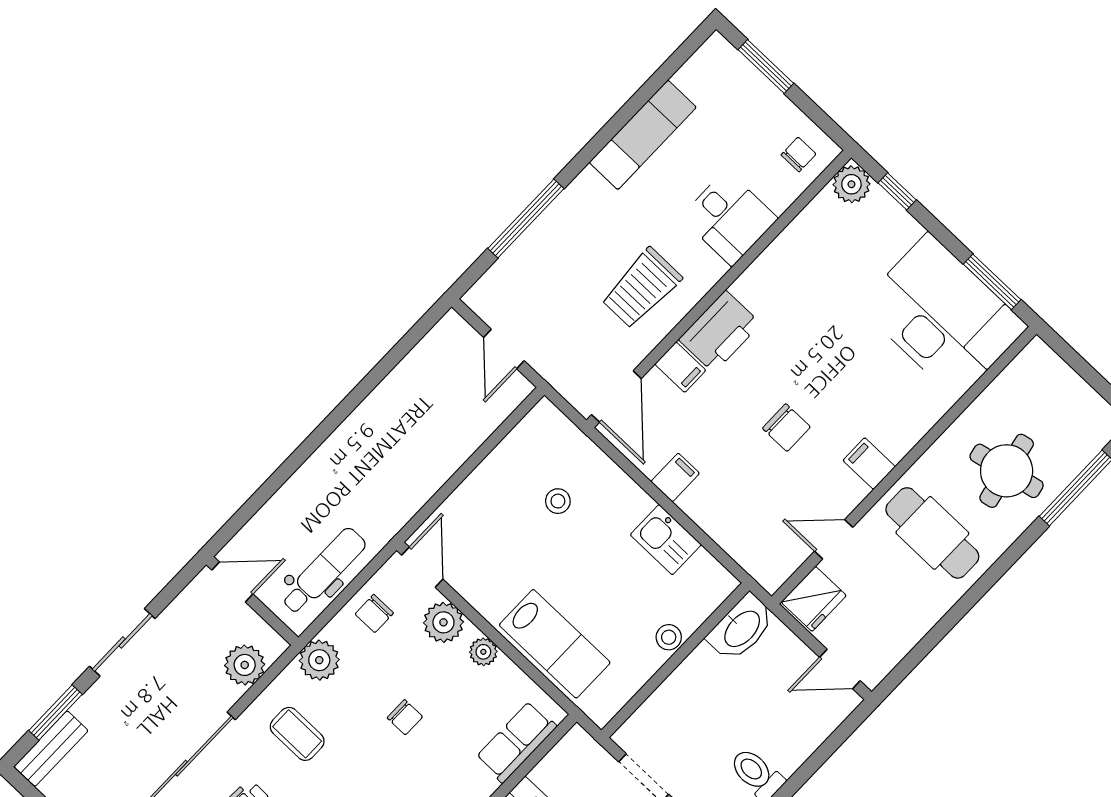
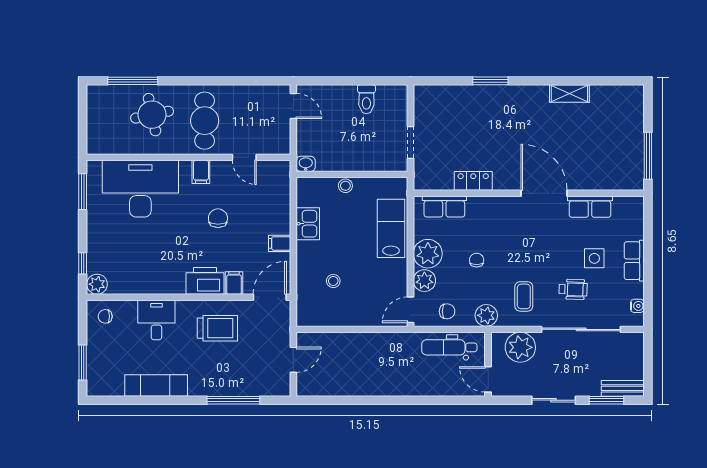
desk: (943, 316) -> (140, 189), moved, turned 90
fridge: (814, 599) -> (275, 143), removed
washbasin: (741, 628) -> (306, 164), width x0.52, depth x0.69
plant: (483, 652) -> (428, 254), width x1.87, depth x1.87
plant: (245, 665) -> (520, 347), width x1.36, depth x1.36

